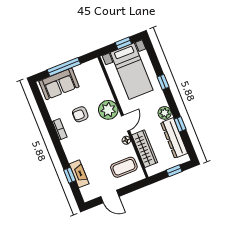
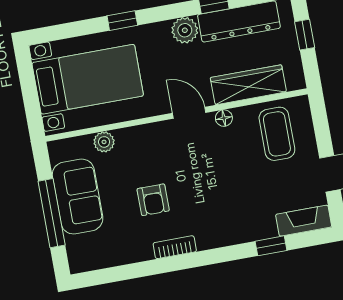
window: (123, 43) -> (28, 84), removed
sofa: (59, 84) -> (78, 197), moved
plant: (108, 110) -> (104, 142), moved, width x0.53, depth x0.53
fireplace: (79, 174) -> (304, 221), moved

